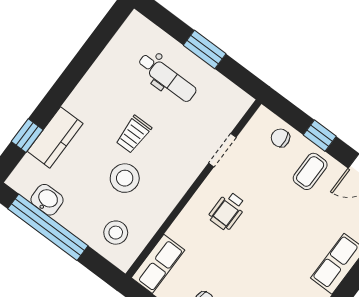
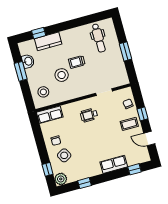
dental chair: (167, 77) -> (99, 38), moved
window: (48, 227) -> (21, 71), width x0.47

